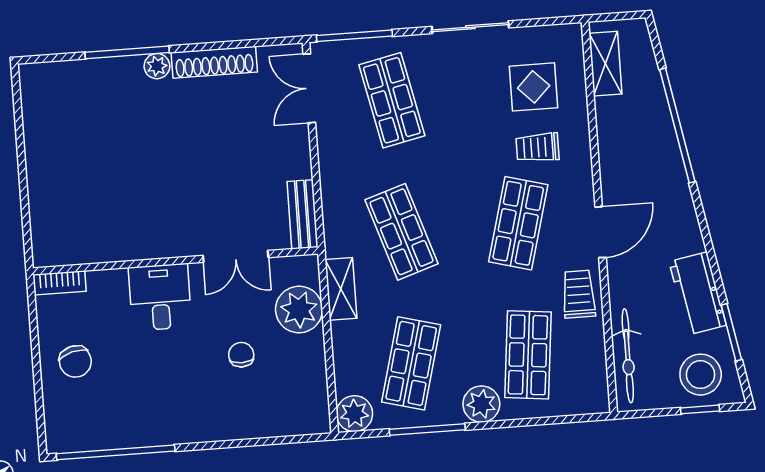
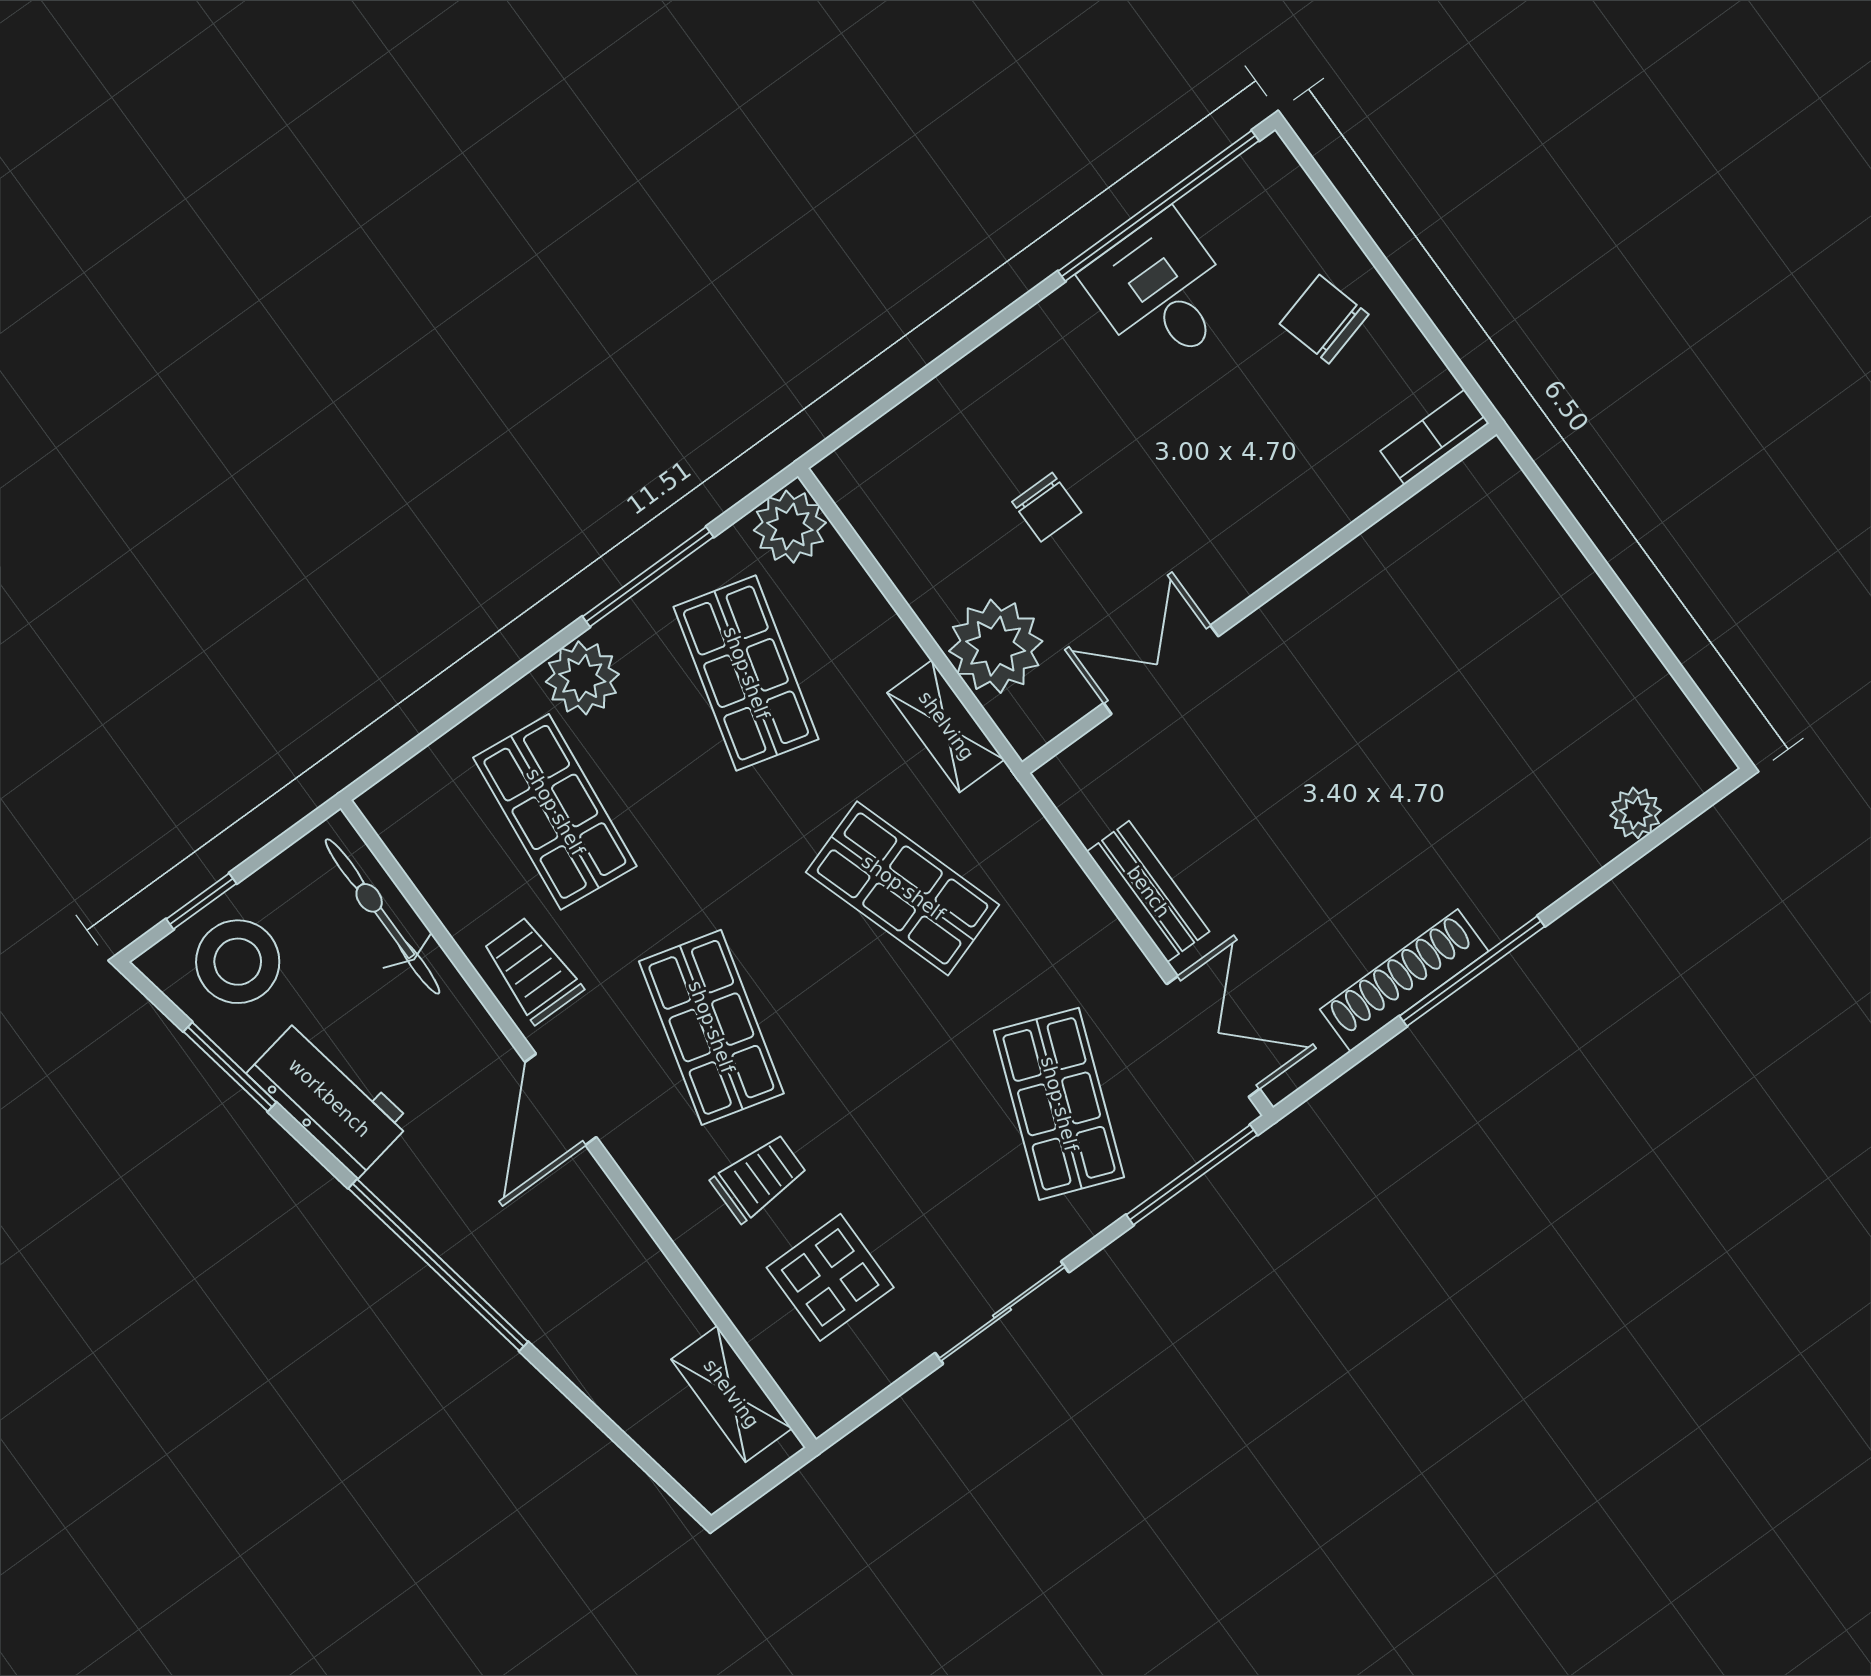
window: (127, 52) -> (1472, 971), moved
plant: (157, 66) -> (1636, 813), moved
shop shelf: (392, 100) -> (1059, 1104), turned 33
window: (677, 126) -> (438, 1265), moved
bench: (302, 214) -> (1148, 892), moved
trolley: (579, 294) -> (532, 970), turned 180
desk: (160, 297) -> (1161, 291), moved, turned 180

